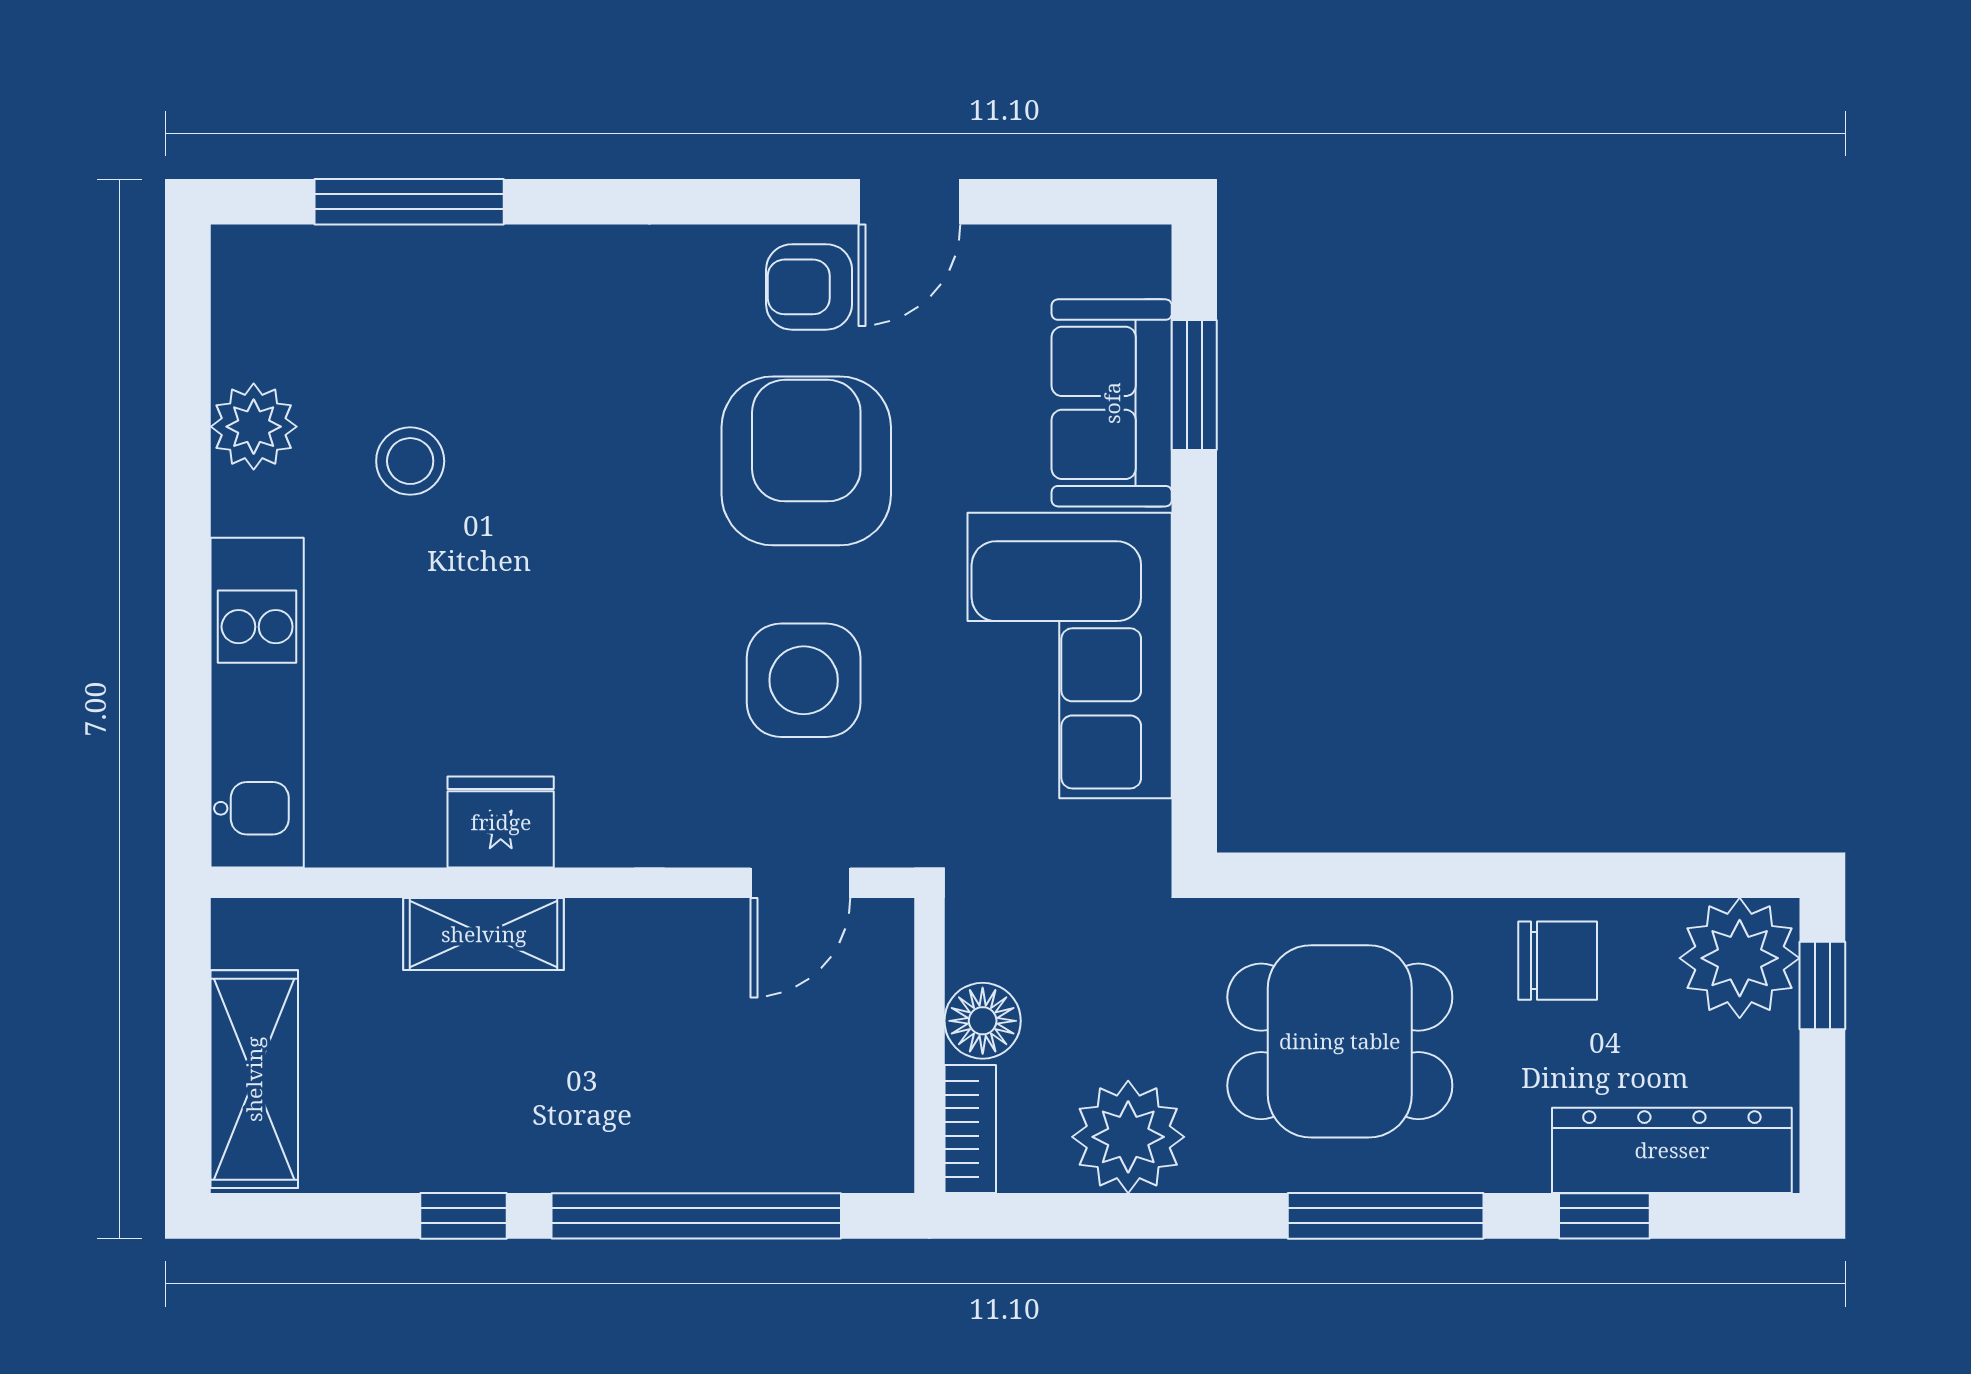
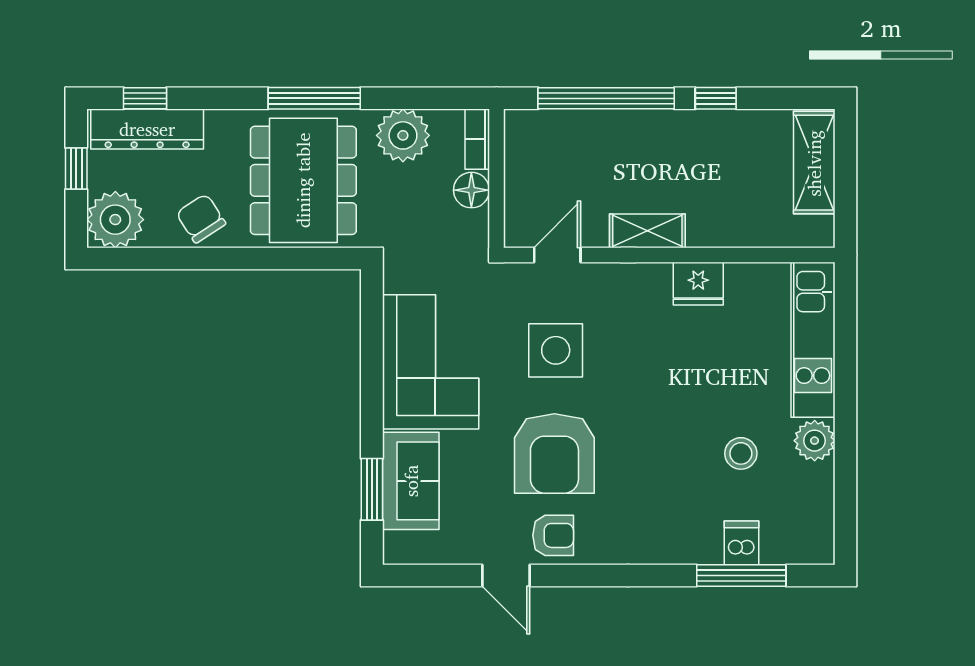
door: (909, 202) -> (506, 575), swing flipped
dishwasher: (409, 271) -> (741, 543), added
plant: (254, 427) -> (815, 441), moved
shelving: (484, 934) -> (647, 231), moved
chair: (1558, 961) -> (201, 218), turned 57
window: (1822, 985) -> (76, 168), moved
dining table: (1340, 1041) -> (303, 180), width x1.38
window: (1386, 1216) -> (314, 98), moved
window: (1604, 1216) -> (145, 98), moved

